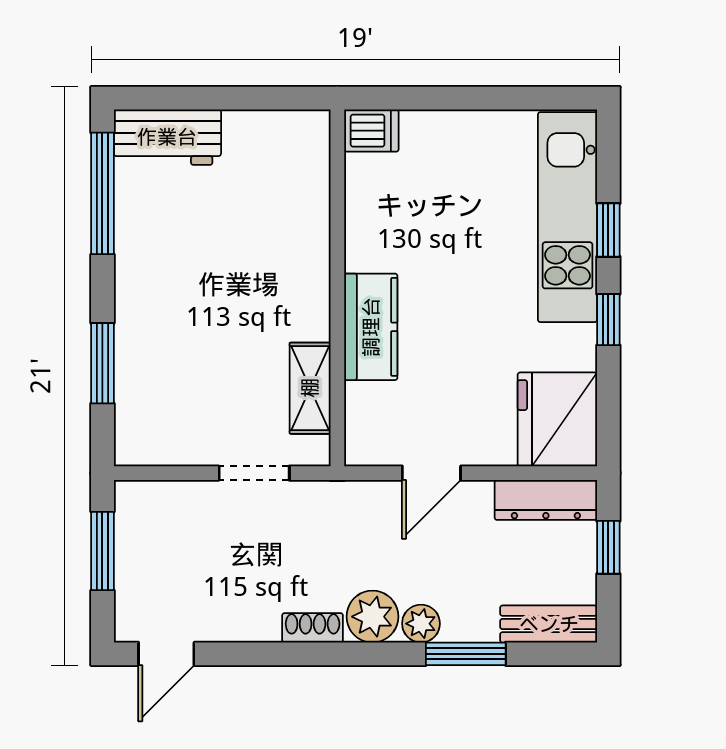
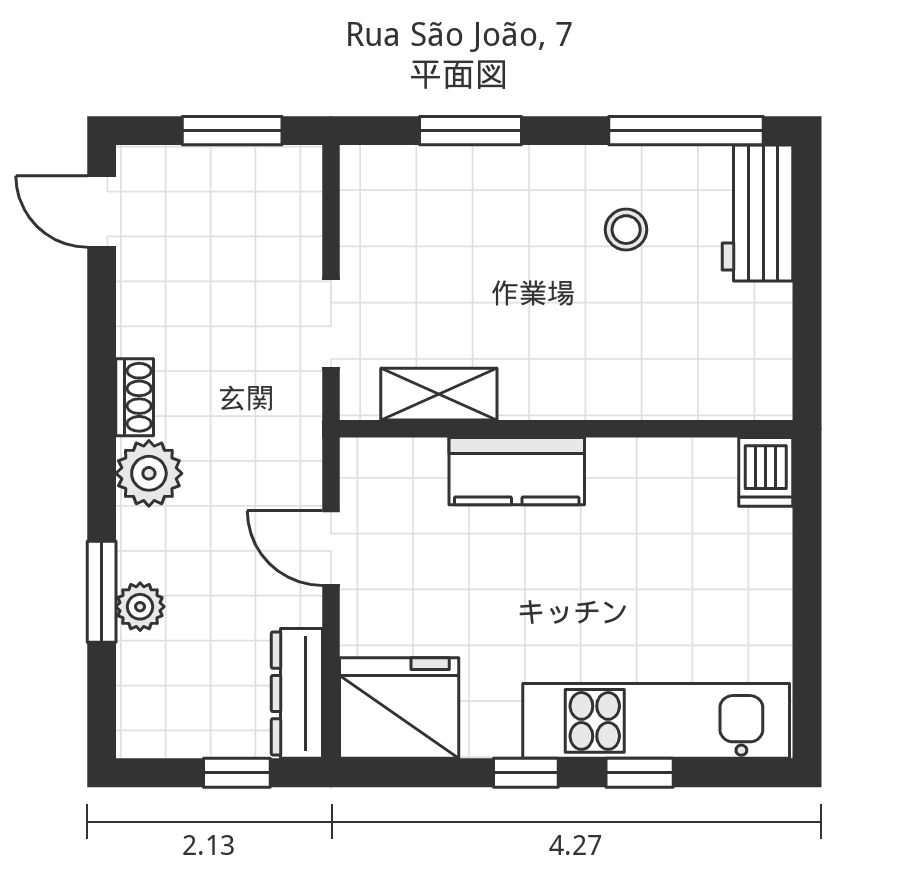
stool: (180, 241) -> (626, 230), added
plant: (421, 624) -> (140, 607), moved
bench: (549, 624) -> (139, 697), removed

